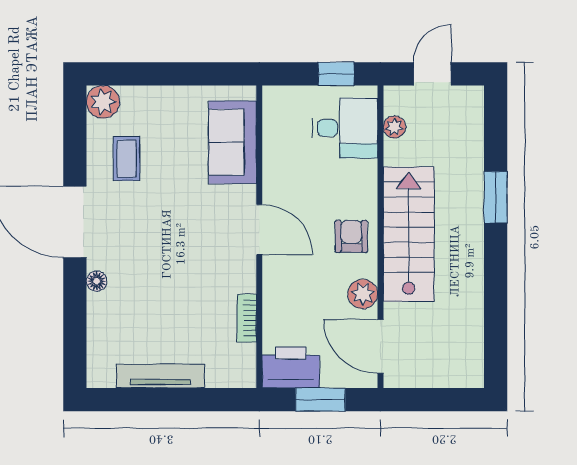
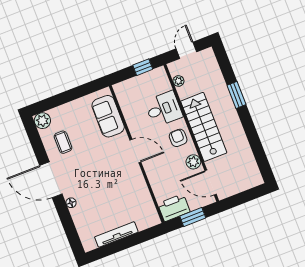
desk: (345, 128) -> (164, 109), moved
bookcase: (247, 318) -> (145, 193), removed

